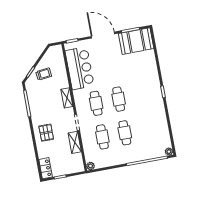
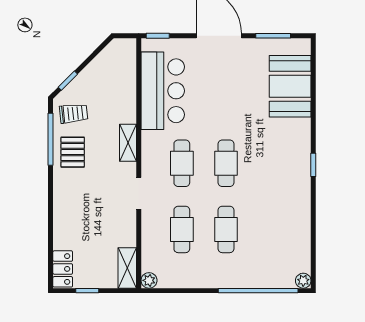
booth: (136, 41) -> (290, 86), moved, turned 90
trolley: (44, 74) -> (74, 113), moved
pallet: (46, 133) -> (73, 152), moved
shelving: (75, 142) -> (127, 268), moved

